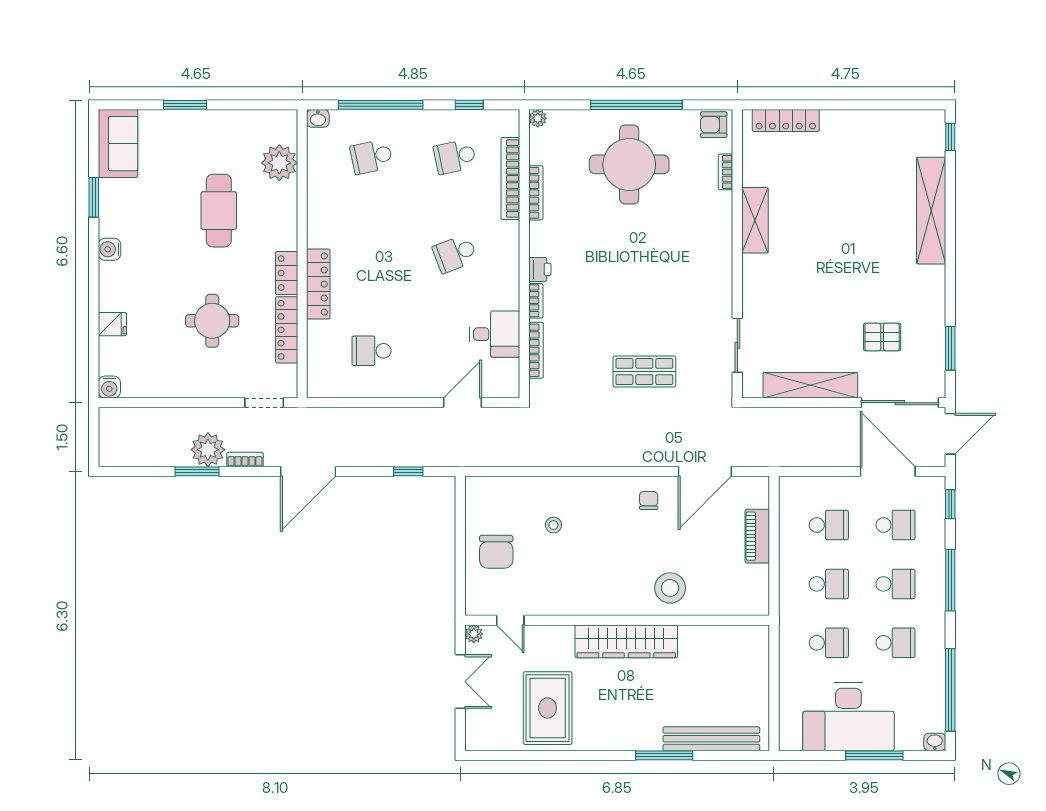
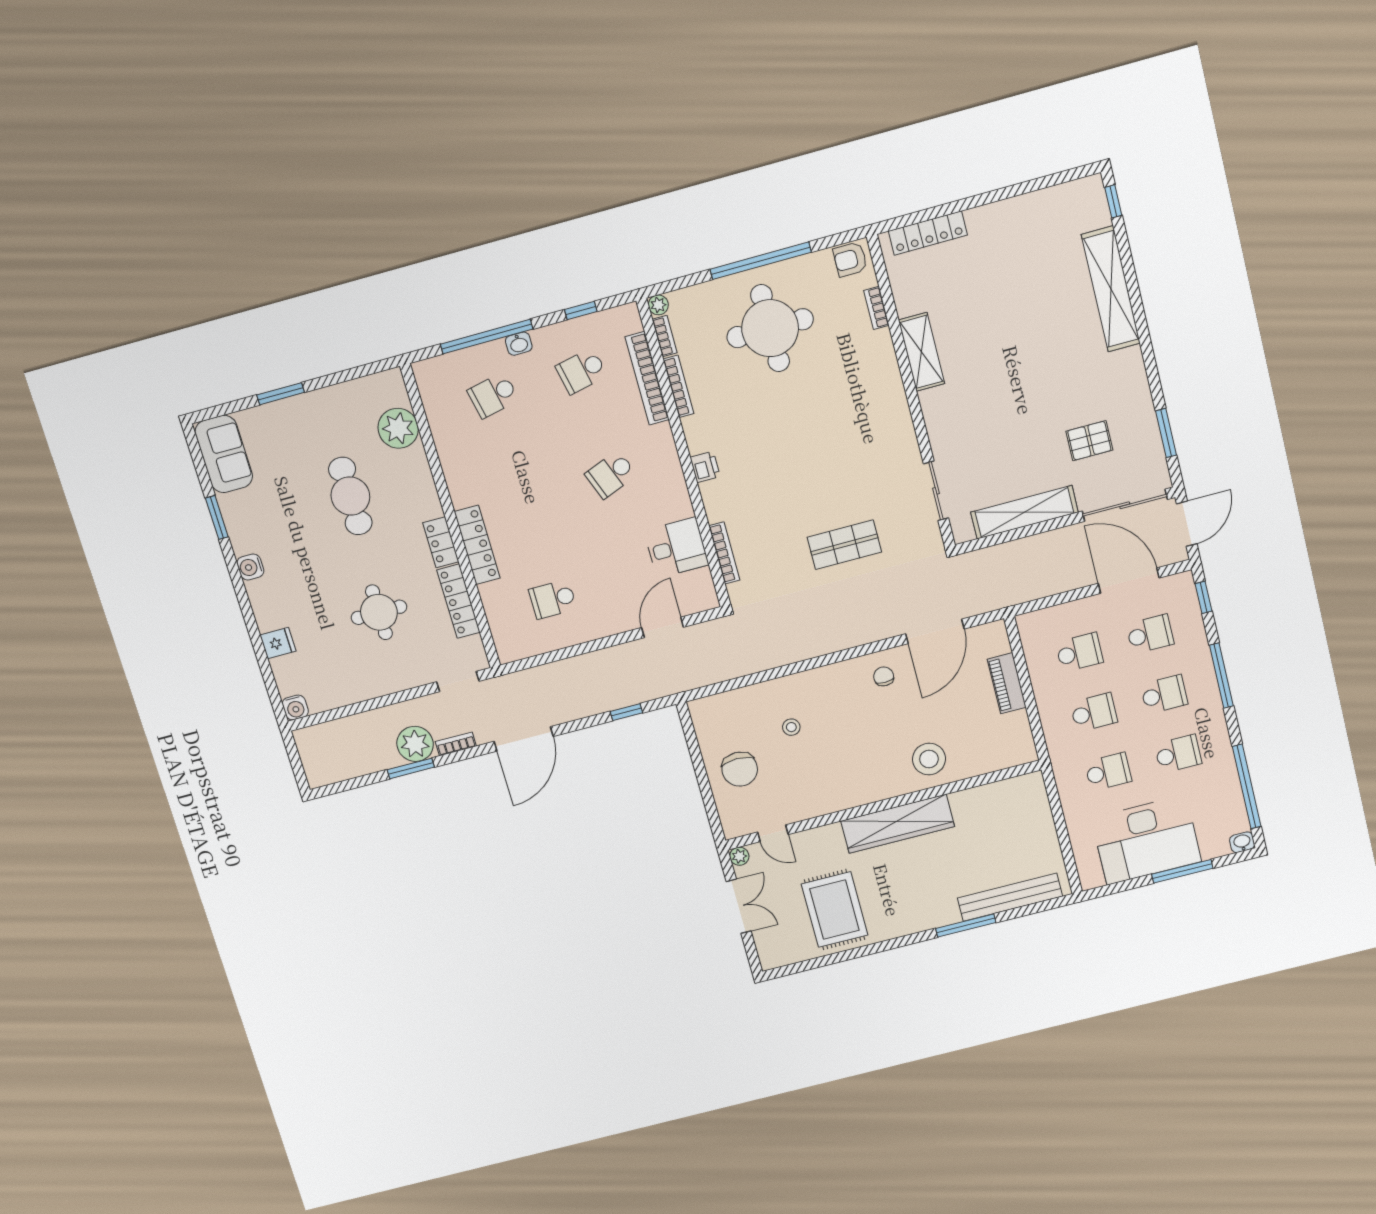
washbasin: (318, 118) -> (519, 344), moved
bookcase: (536, 301) -> (665, 336), moved

